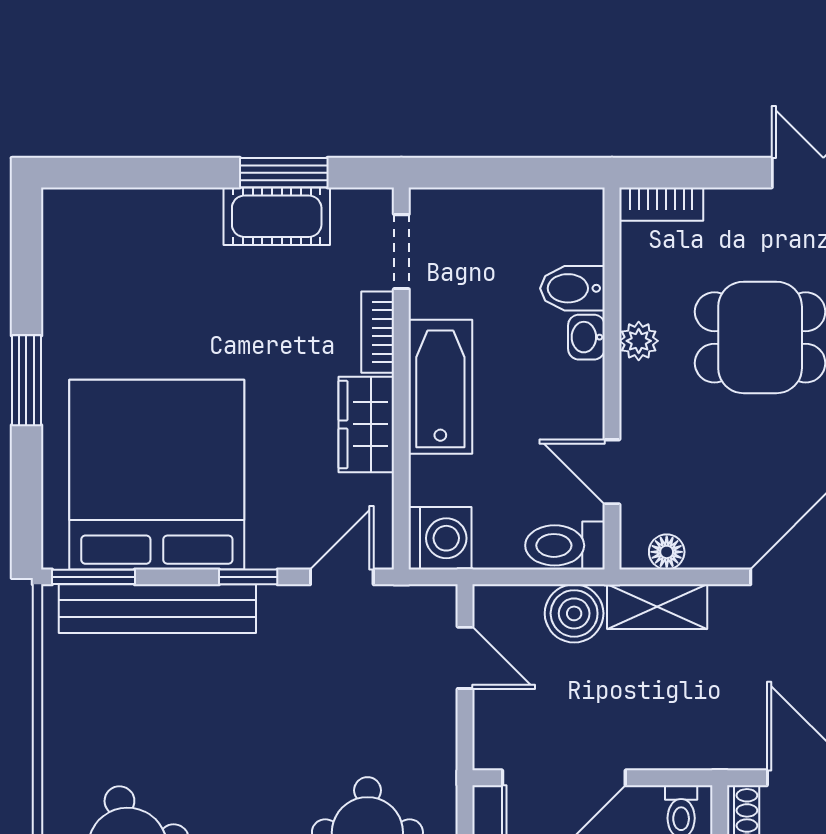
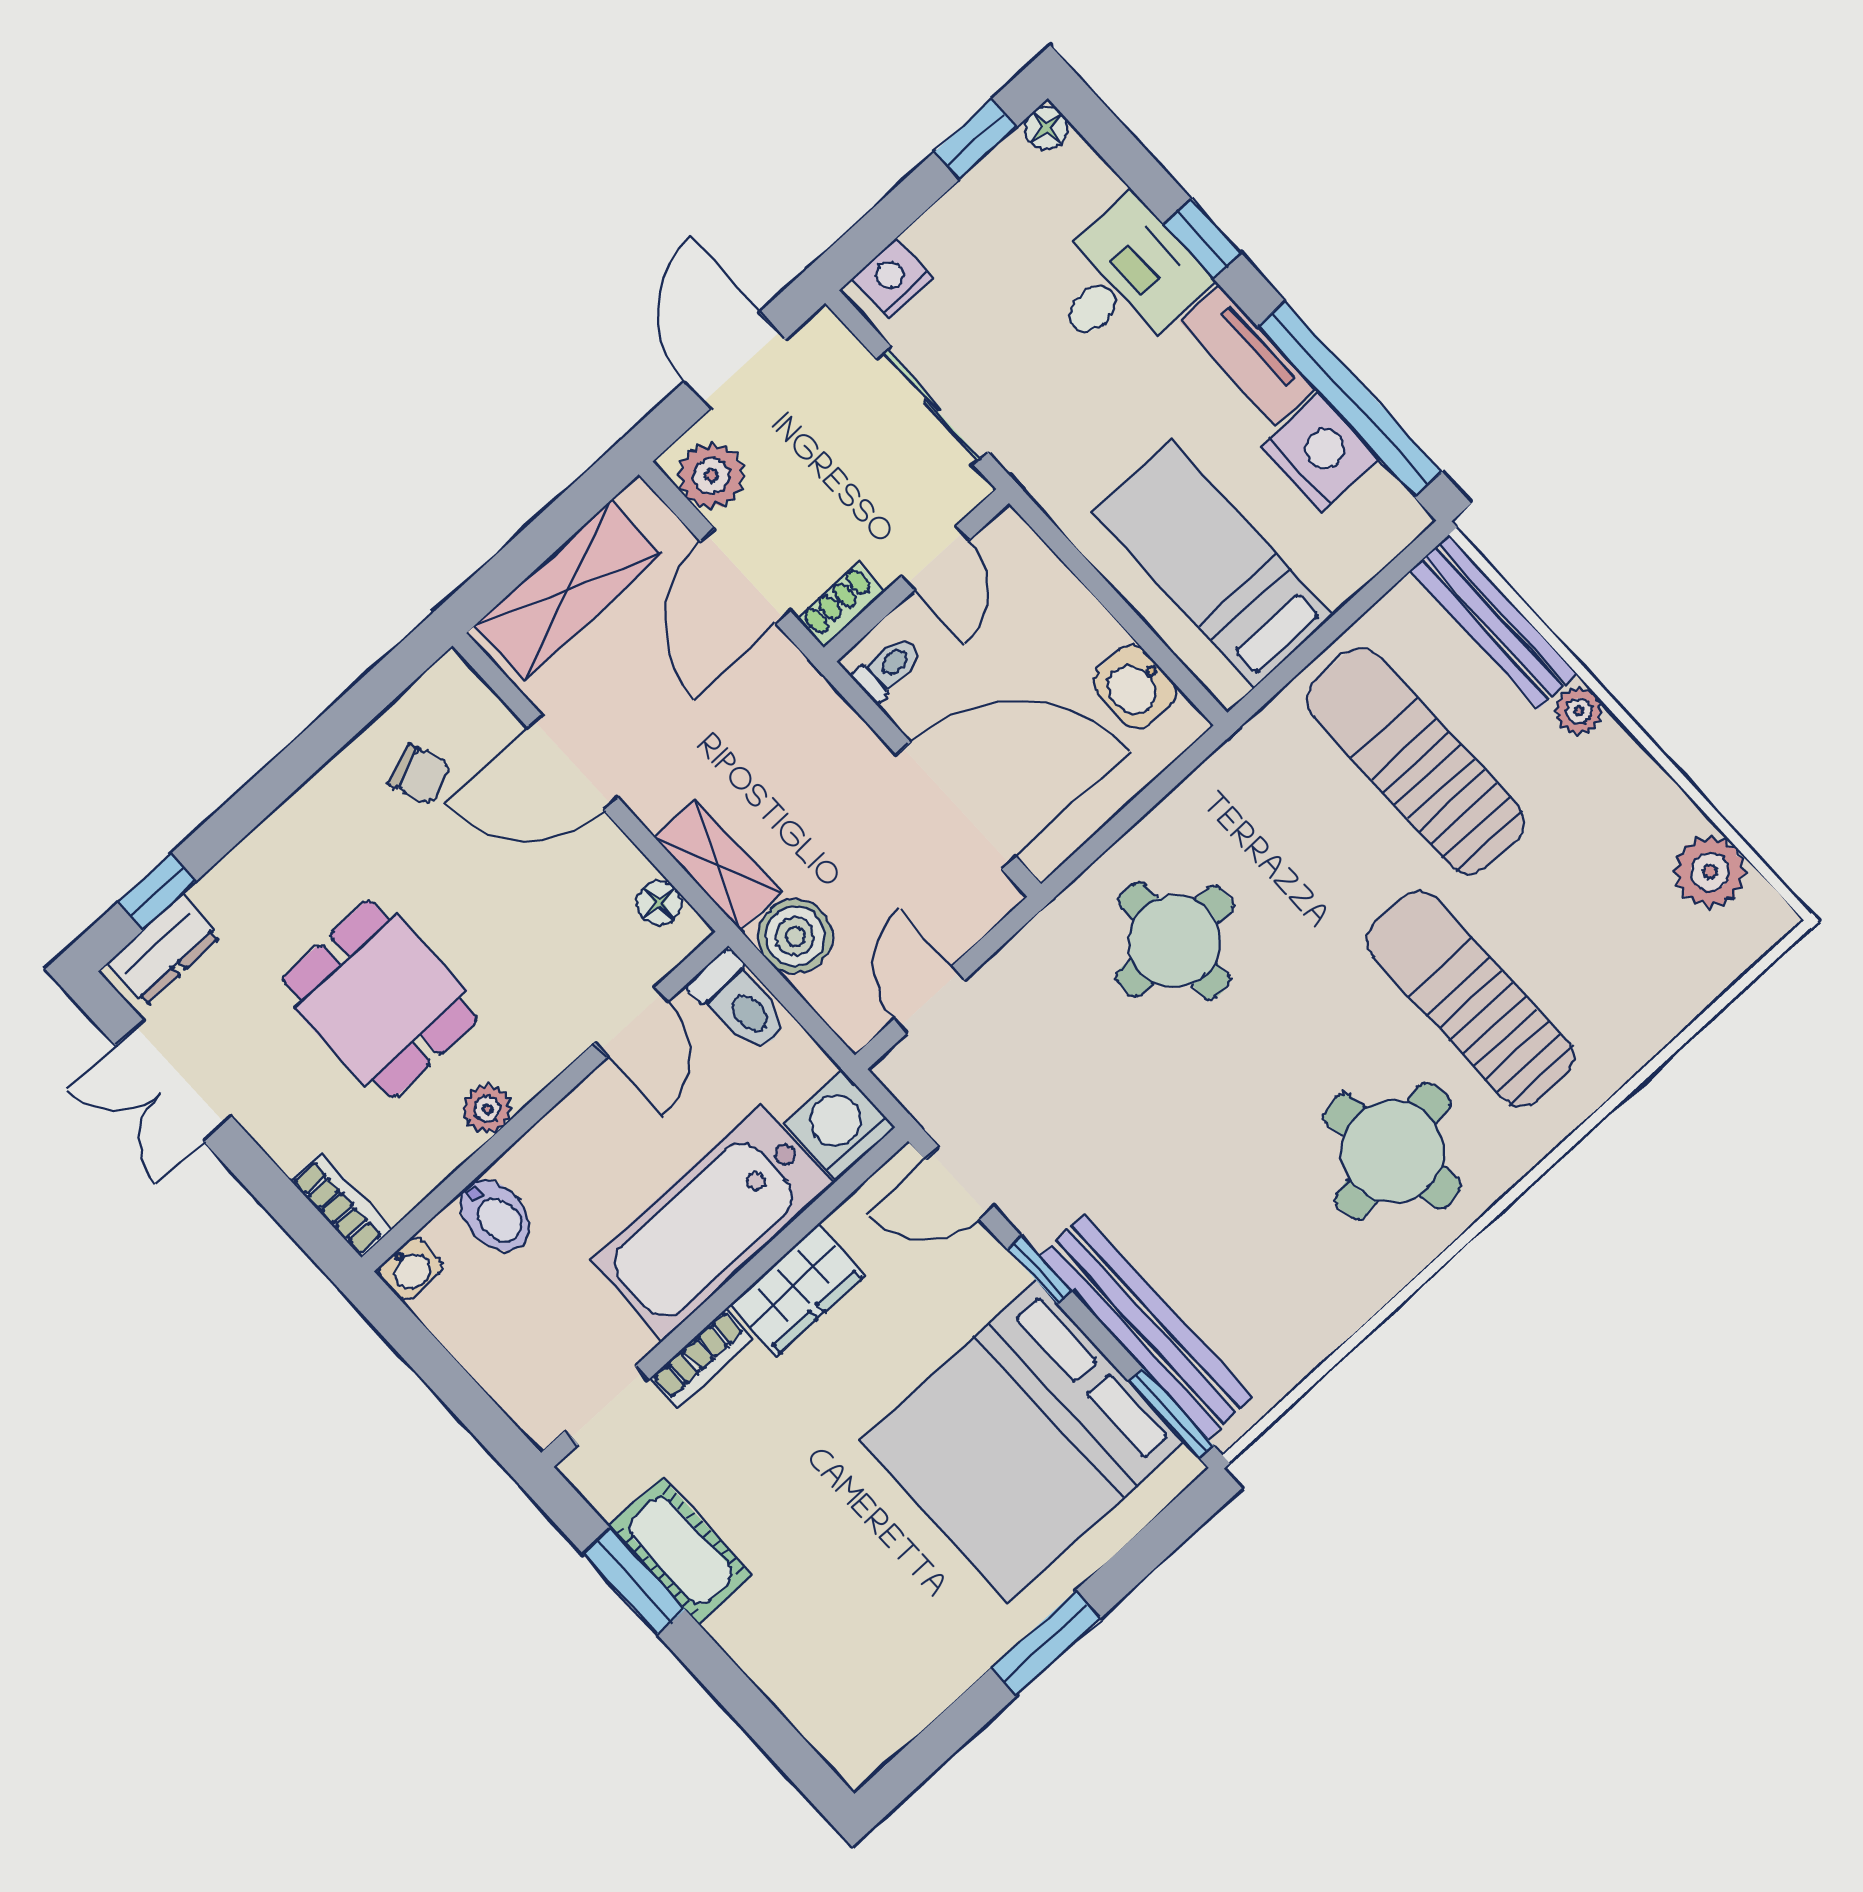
washbasin: (586, 337) -> (410, 1269), moved
bathtub: (440, 387) -> (712, 1222), width x1.36, depth x1.36

